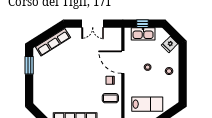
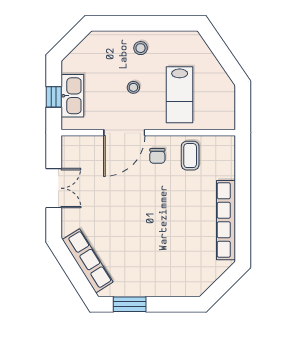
fridge: (170, 44) -> (92, 47), removed
lab bench: (147, 104) -> (180, 95), moved, turned 180

